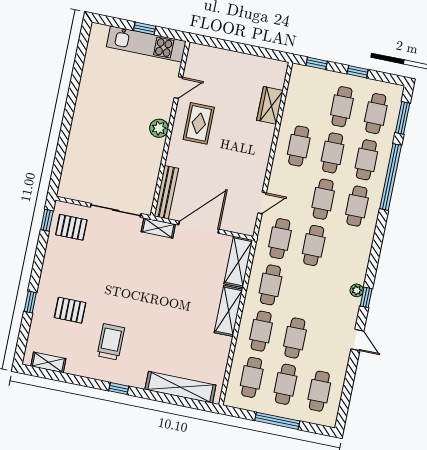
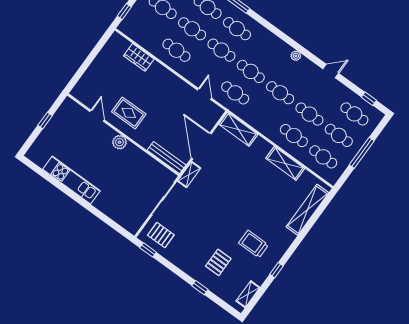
kitchen unit: (146, 44) -> (71, 180), moved, turned -90
pallet: (71, 227) -> (161, 235), turned 90
cafe table: (270, 285) -> (280, 93), moved
window: (366, 297) -> (369, 99), moved
shelving: (228, 311) -> (285, 163), moved
window: (119, 389) -> (276, 270), moved

